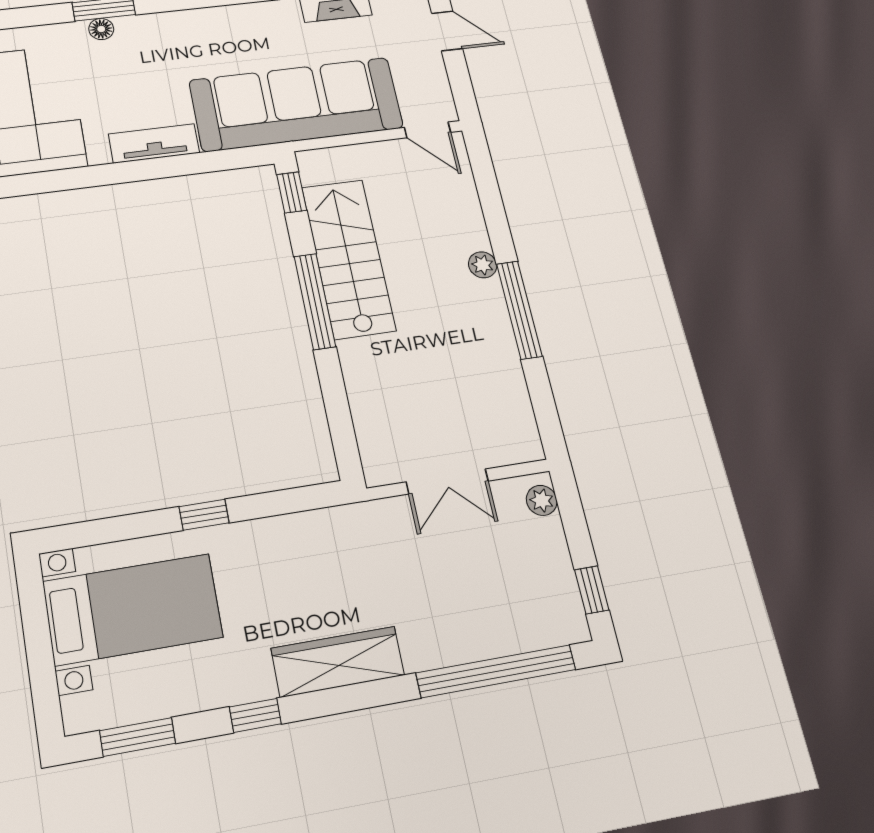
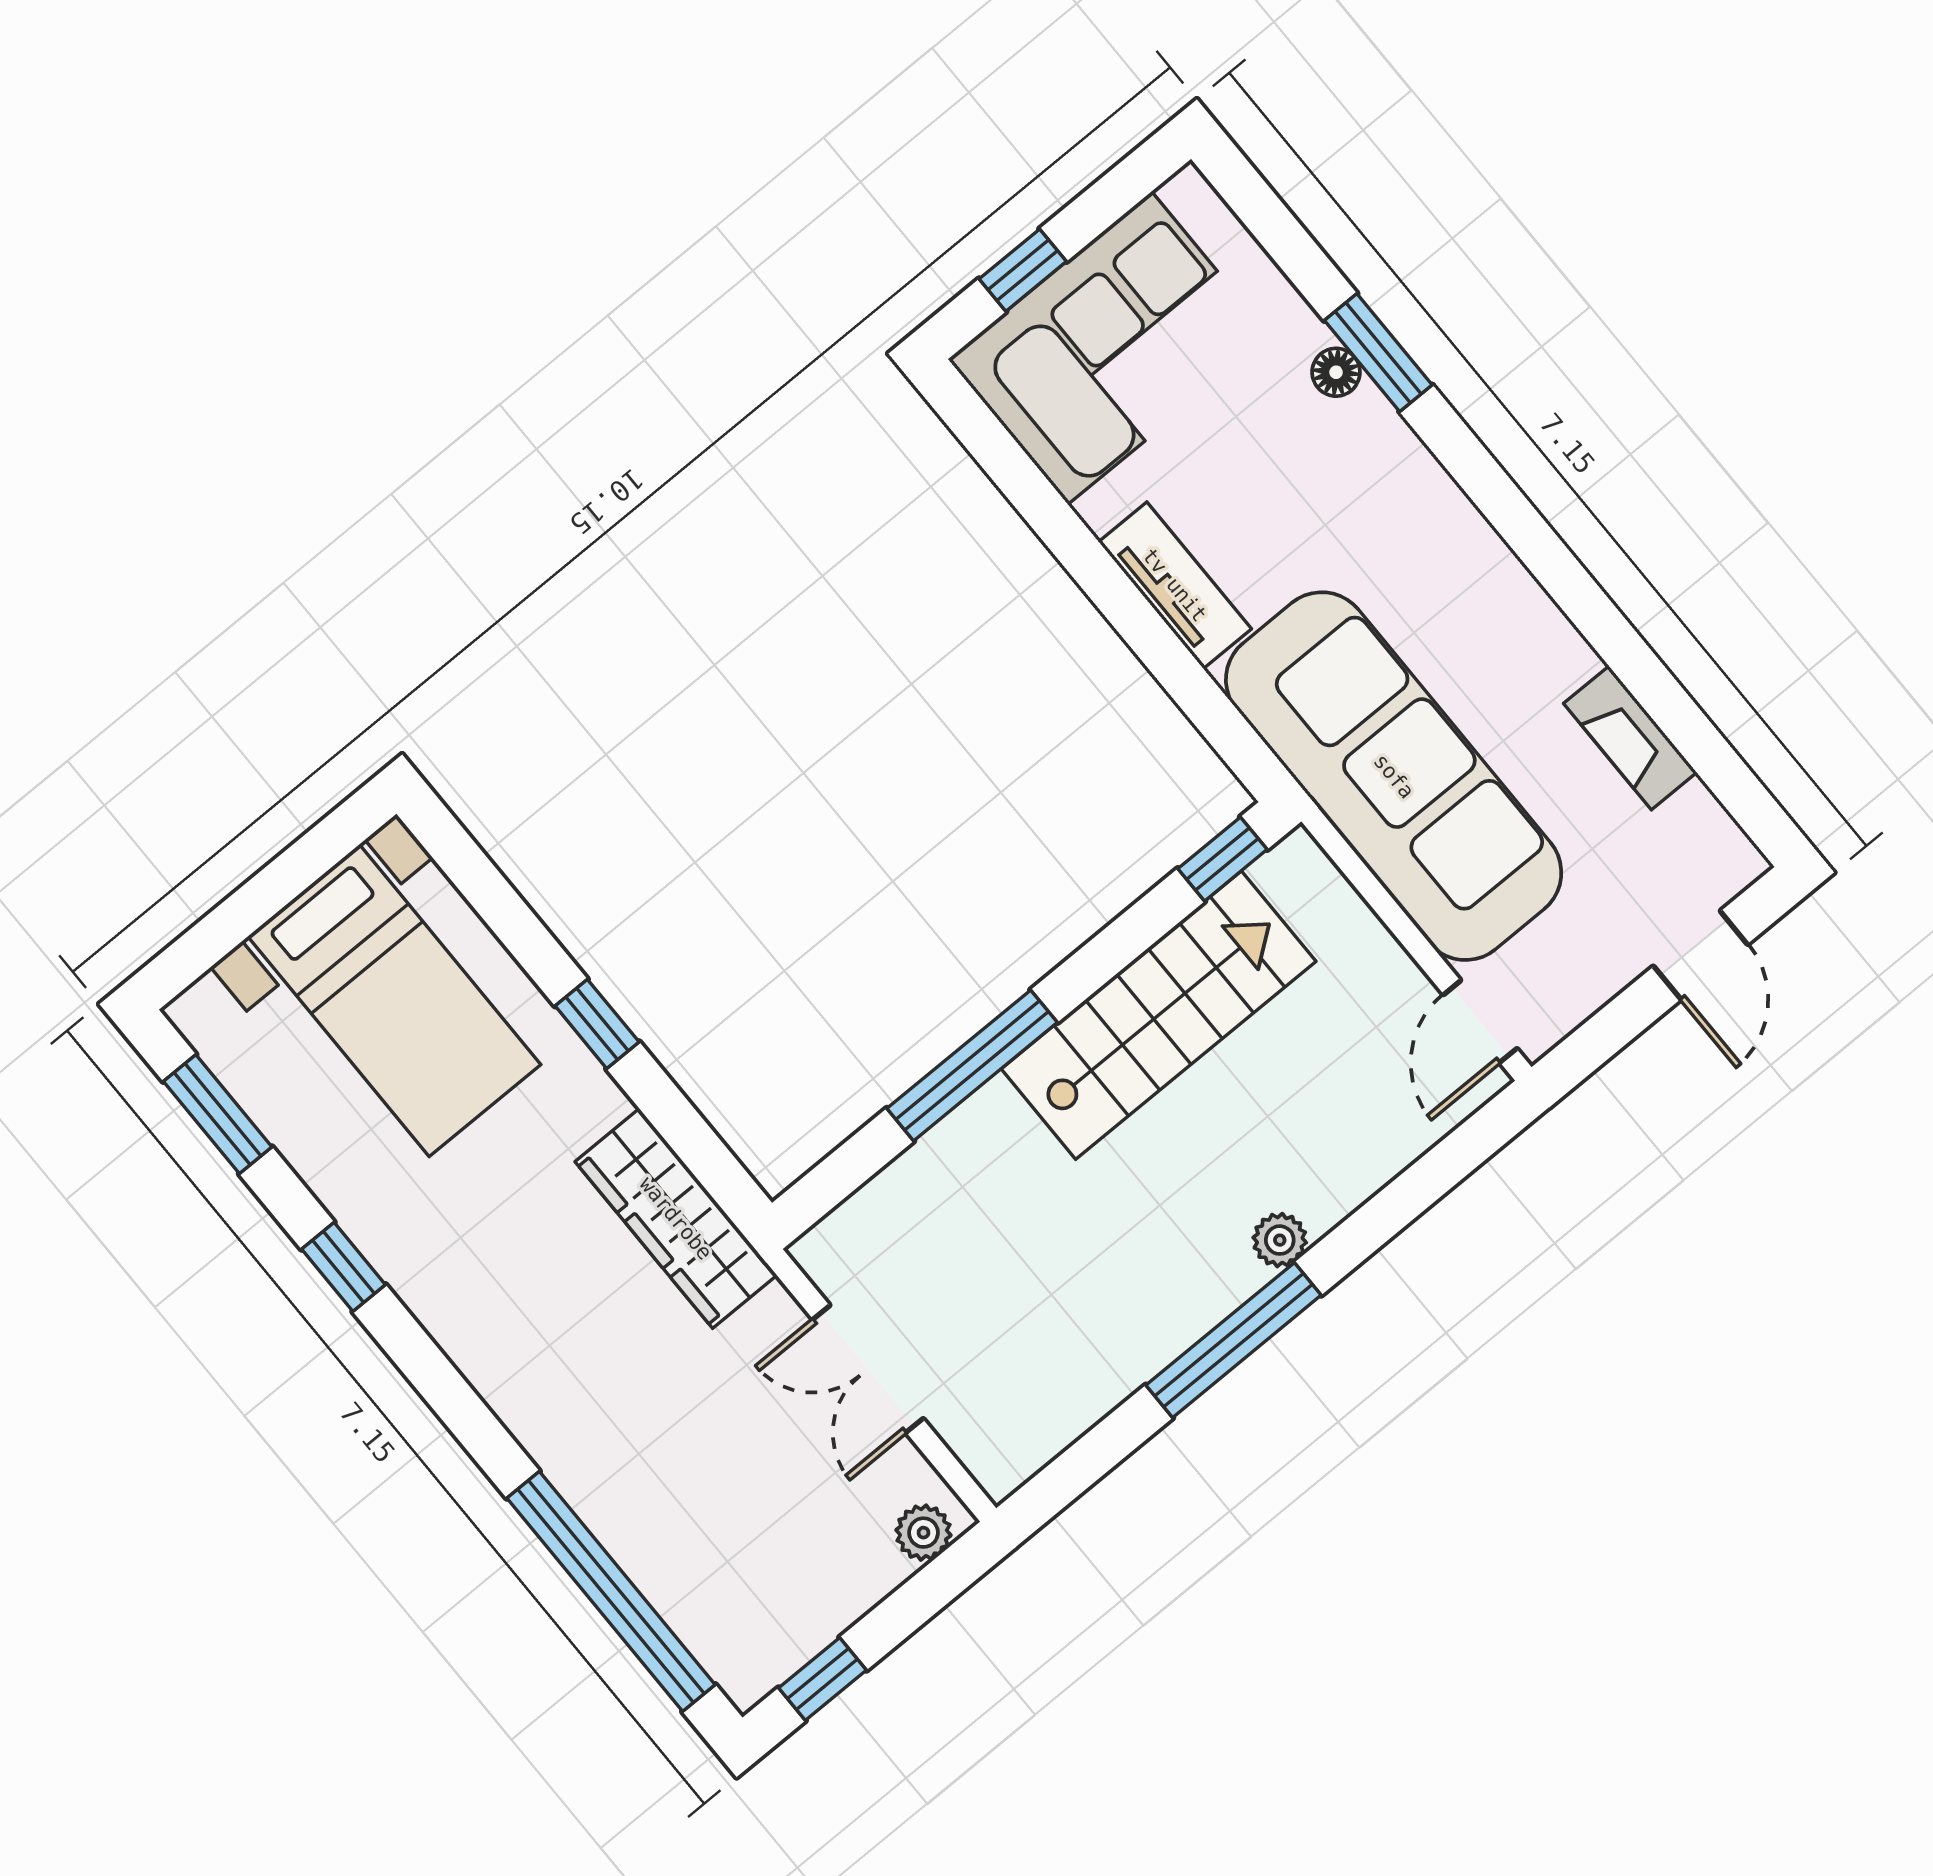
window: (315, 301) -> (972, 1065), moved
wardrobe: (338, 662) -> (676, 1218), moved, turned 180

